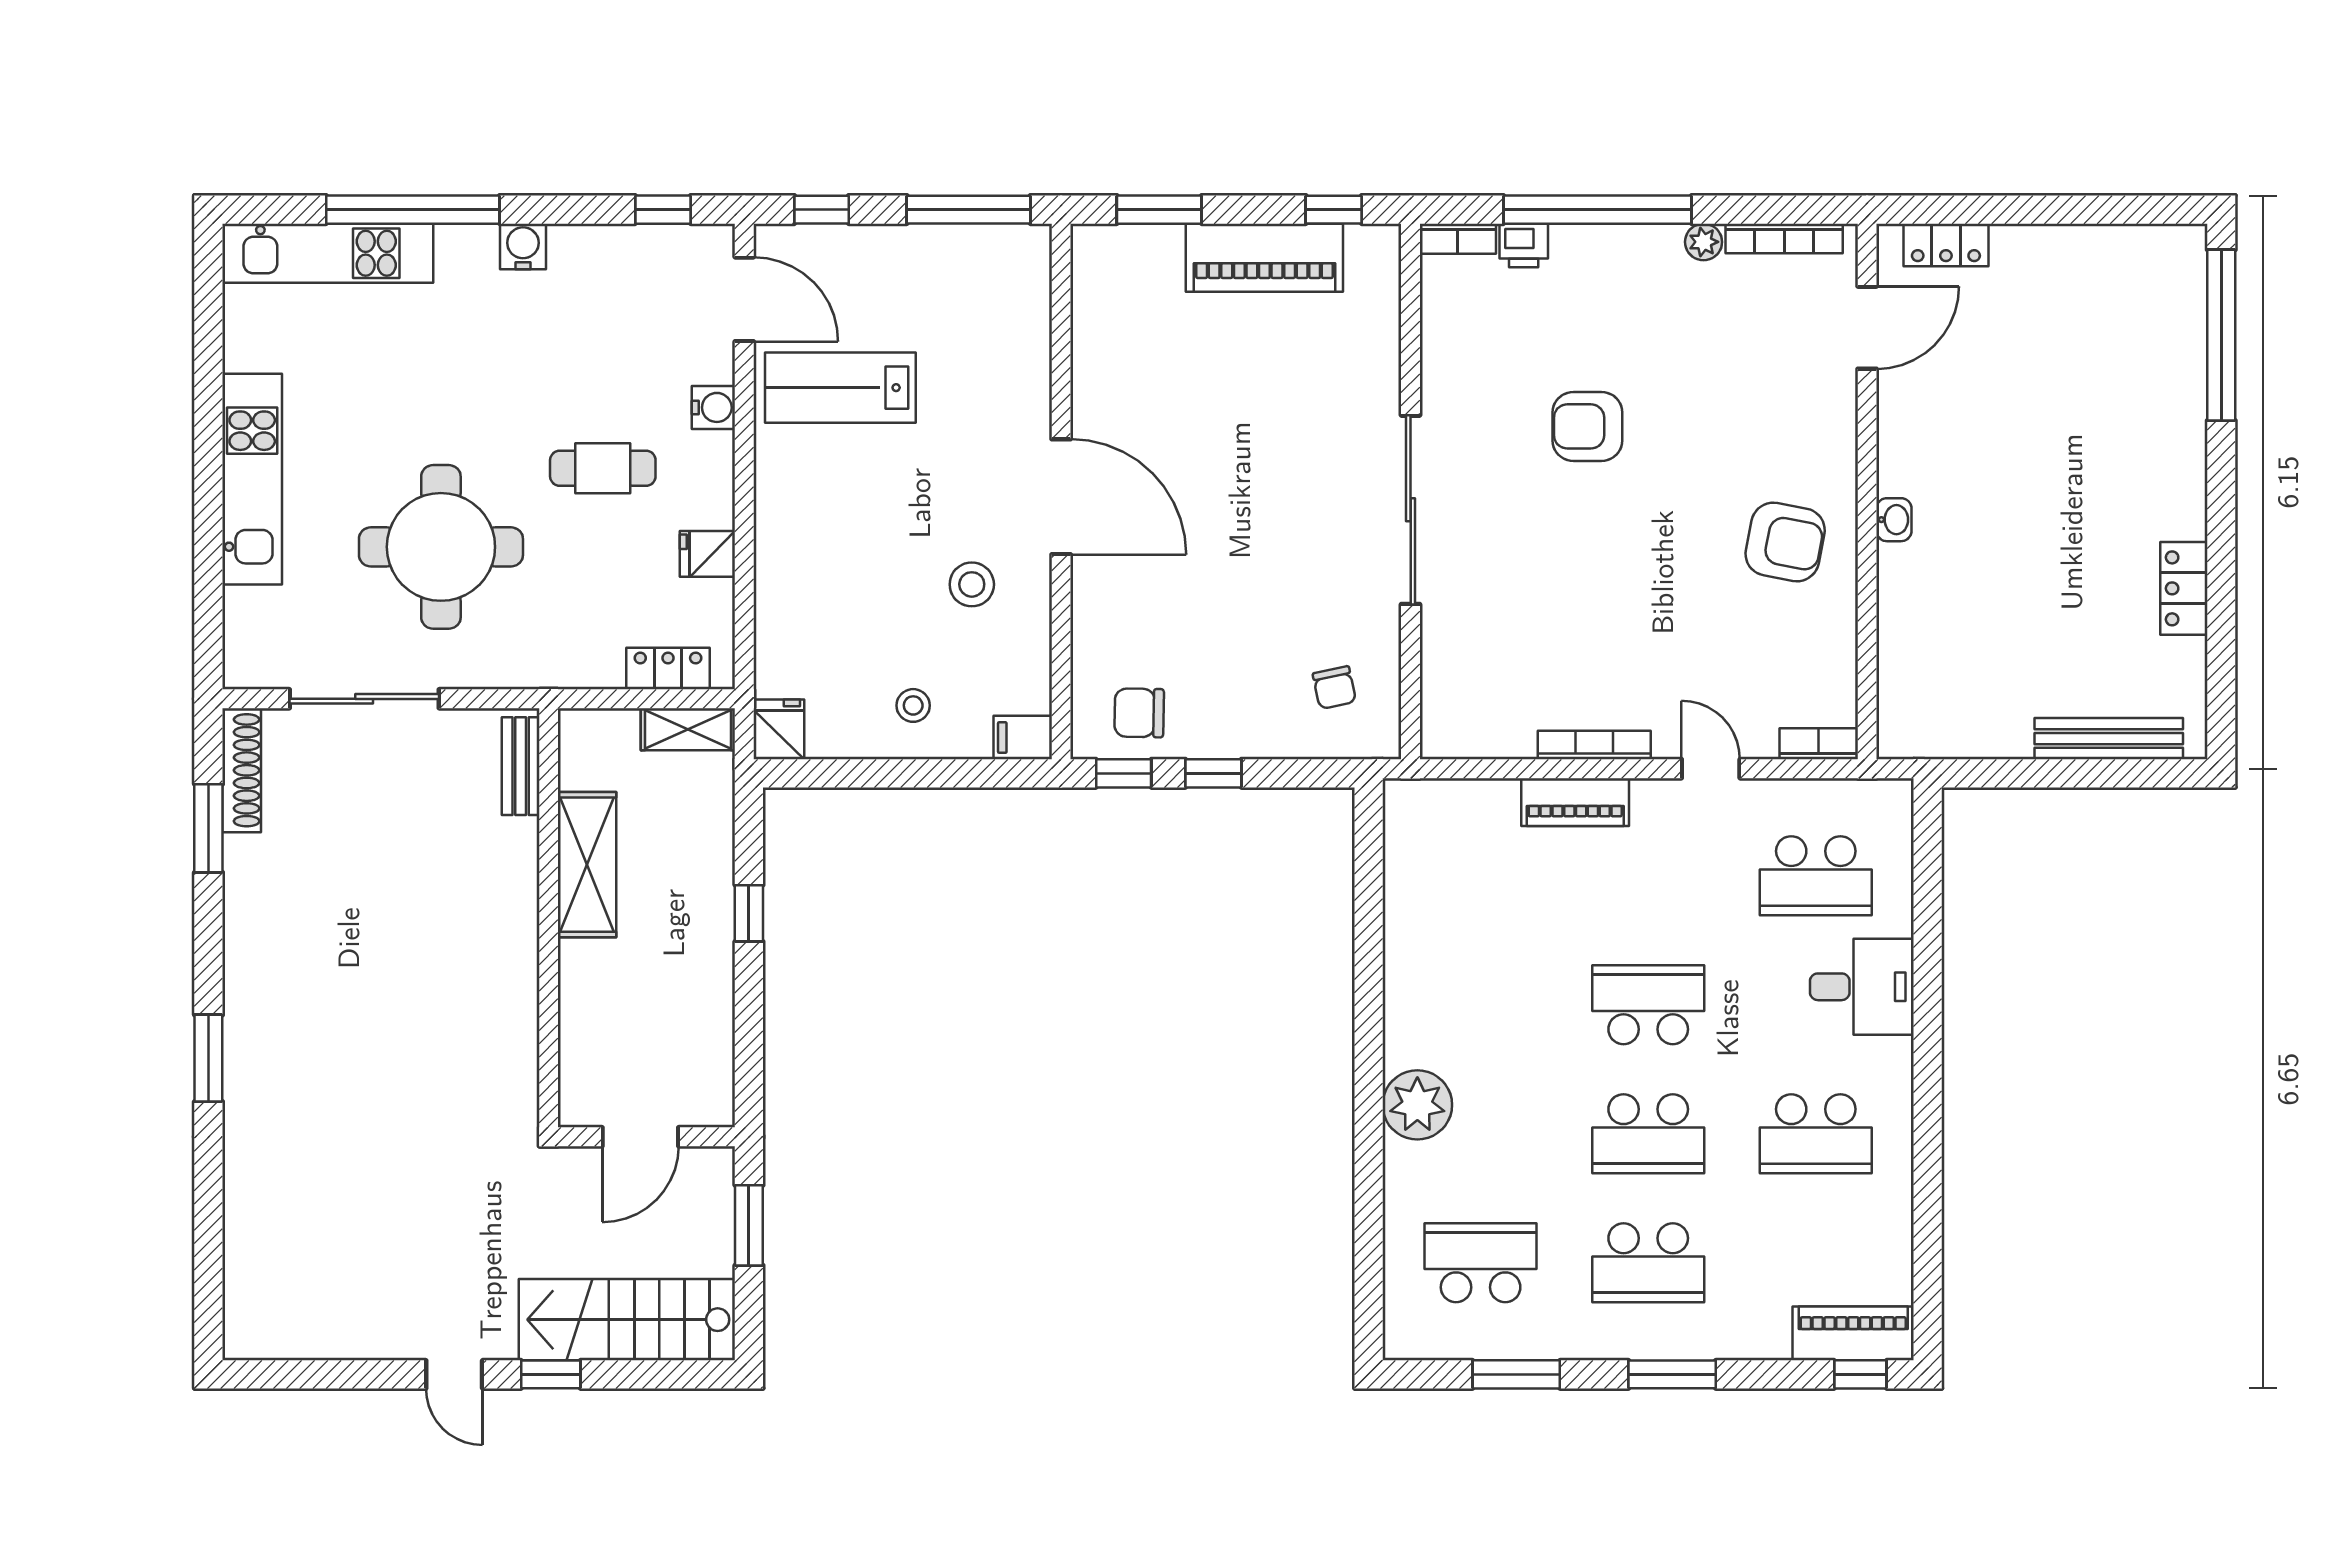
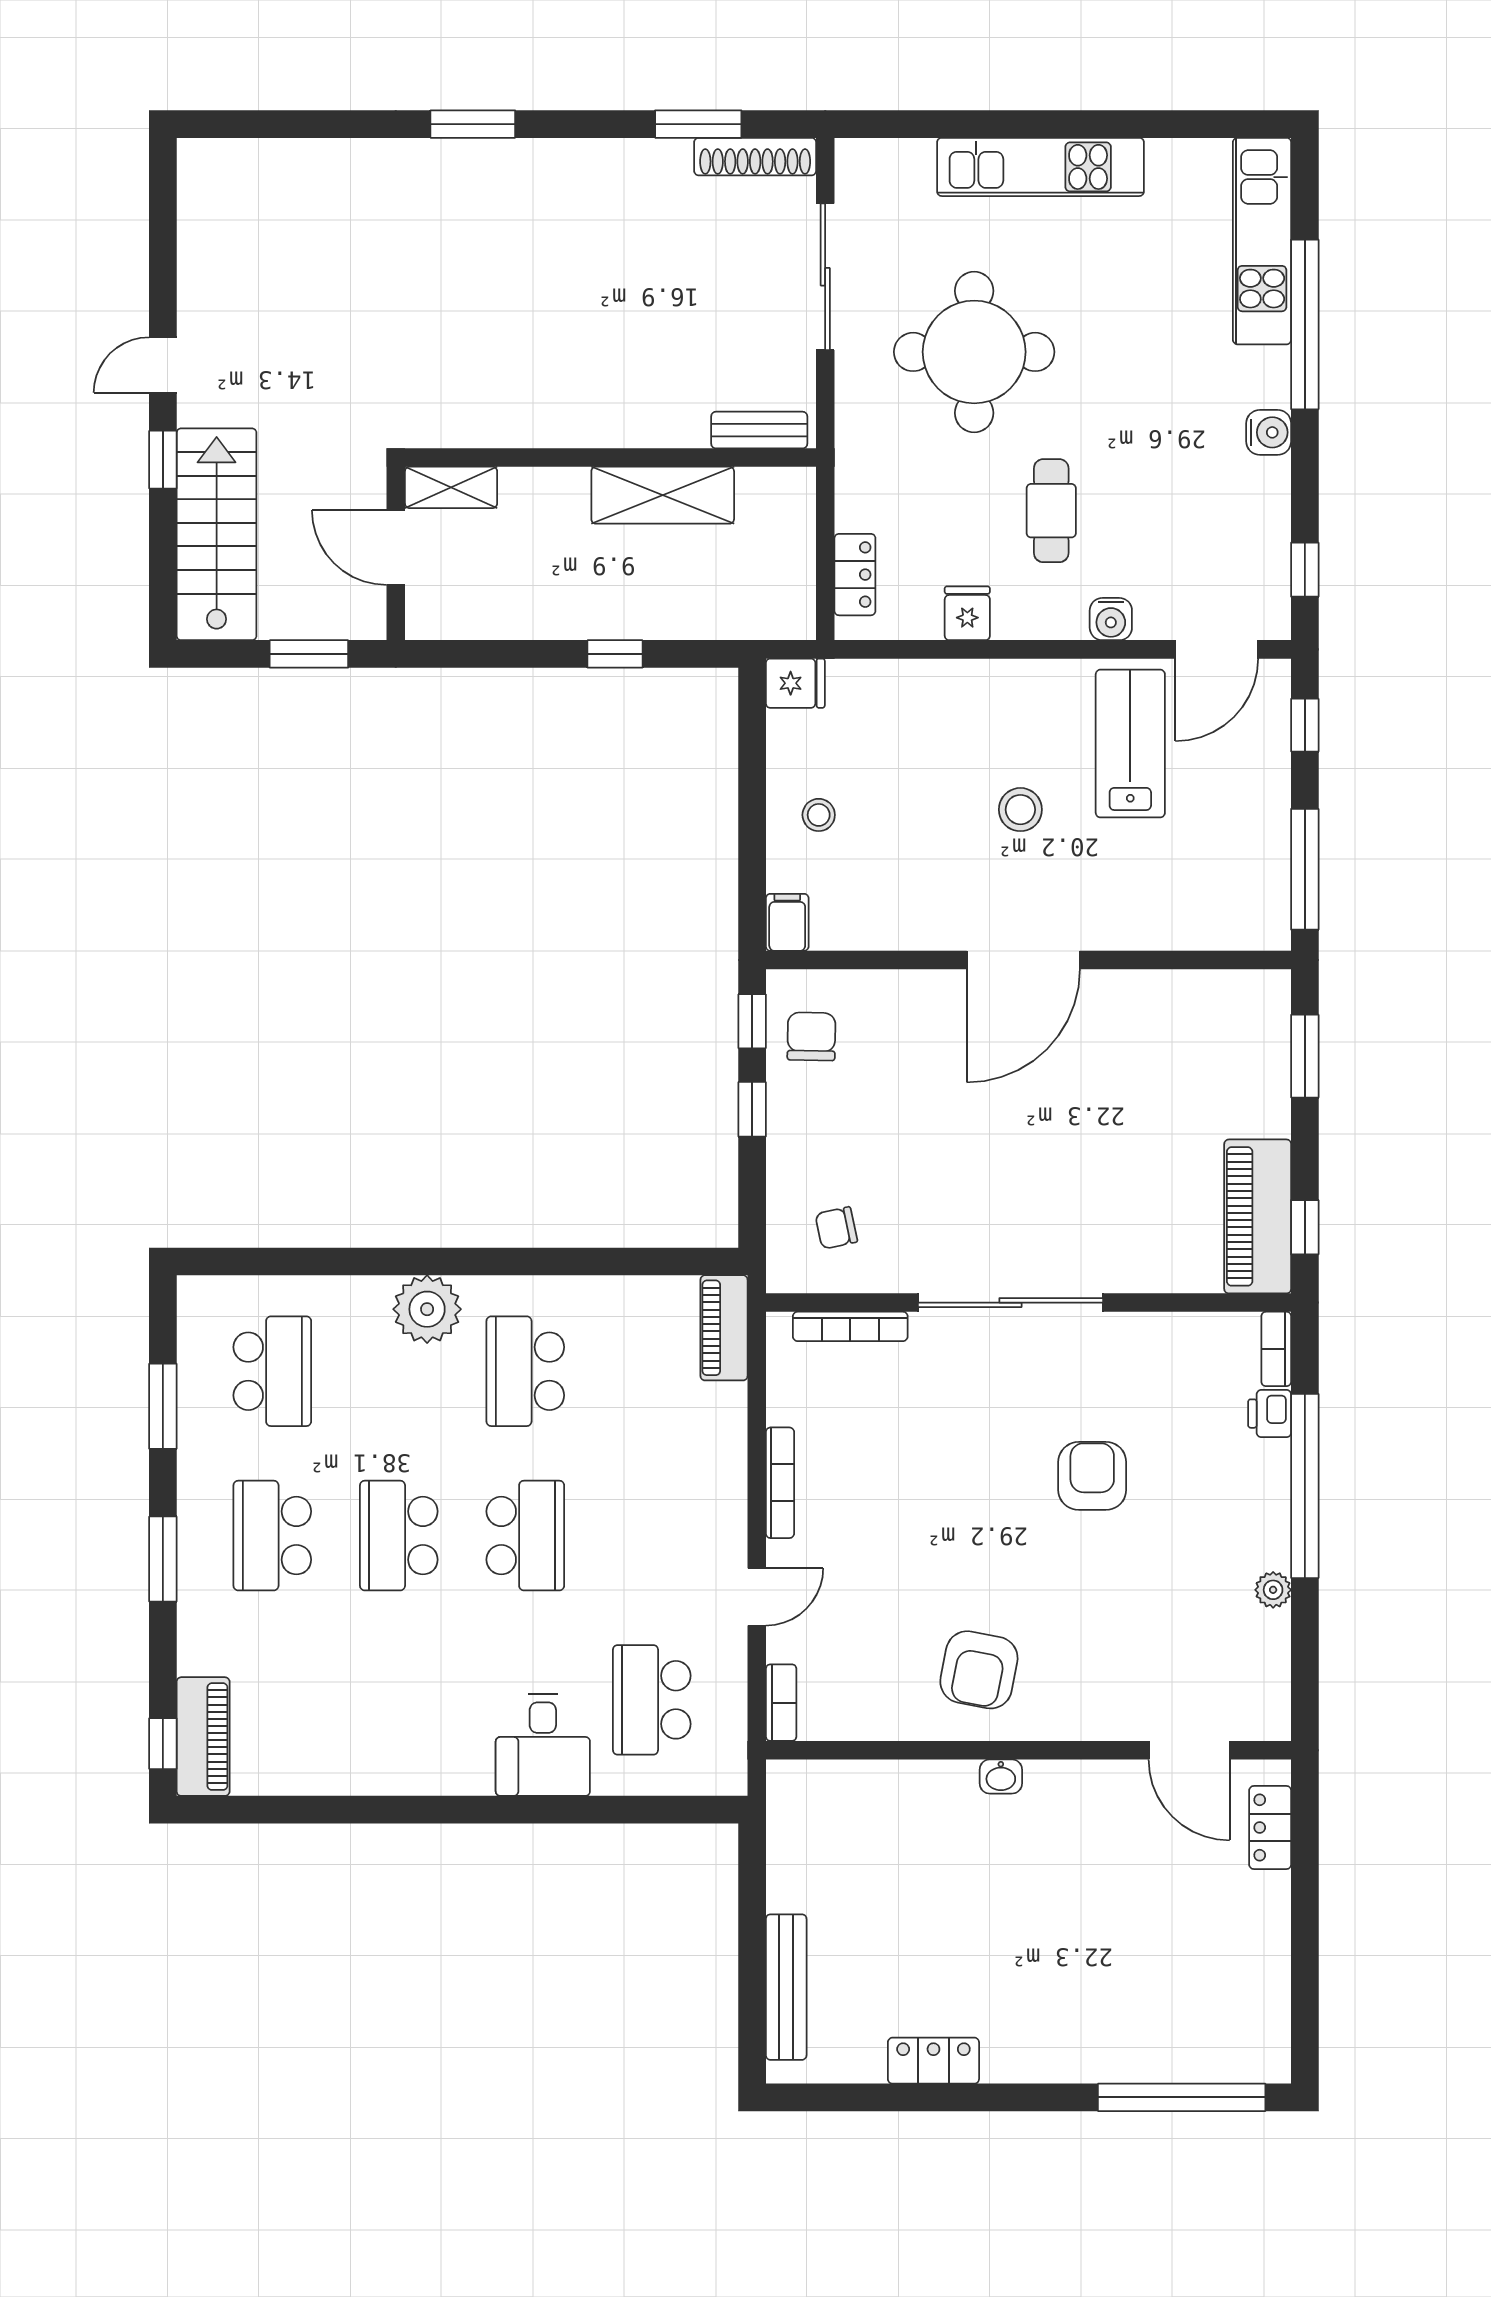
bookcase: (1784, 239) -> (850, 1326), moved, turned -90
piano: (1264, 258) -> (1258, 1216), moved
stool: (972, 584) -> (1020, 810), moved
shelving: (688, 729) -> (451, 487), moved, turned 90
piano: (1575, 802) -> (724, 1328), moved
school desk: (1816, 1134) -> (525, 1371), moved

